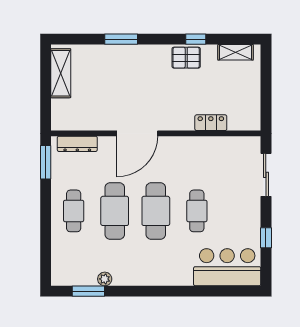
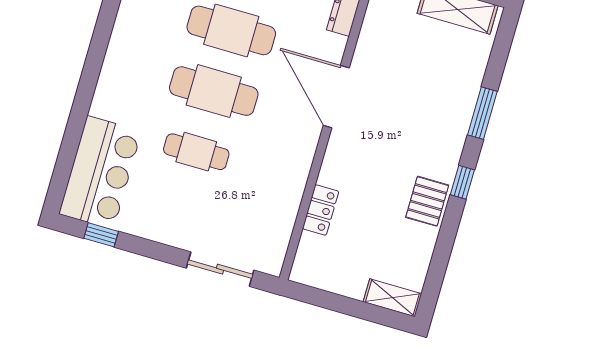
window: (196, 39) -> (462, 182), moved
shelving: (236, 52) -> (392, 298), moved, turned 90
window: (266, 238) -> (101, 235), moved

